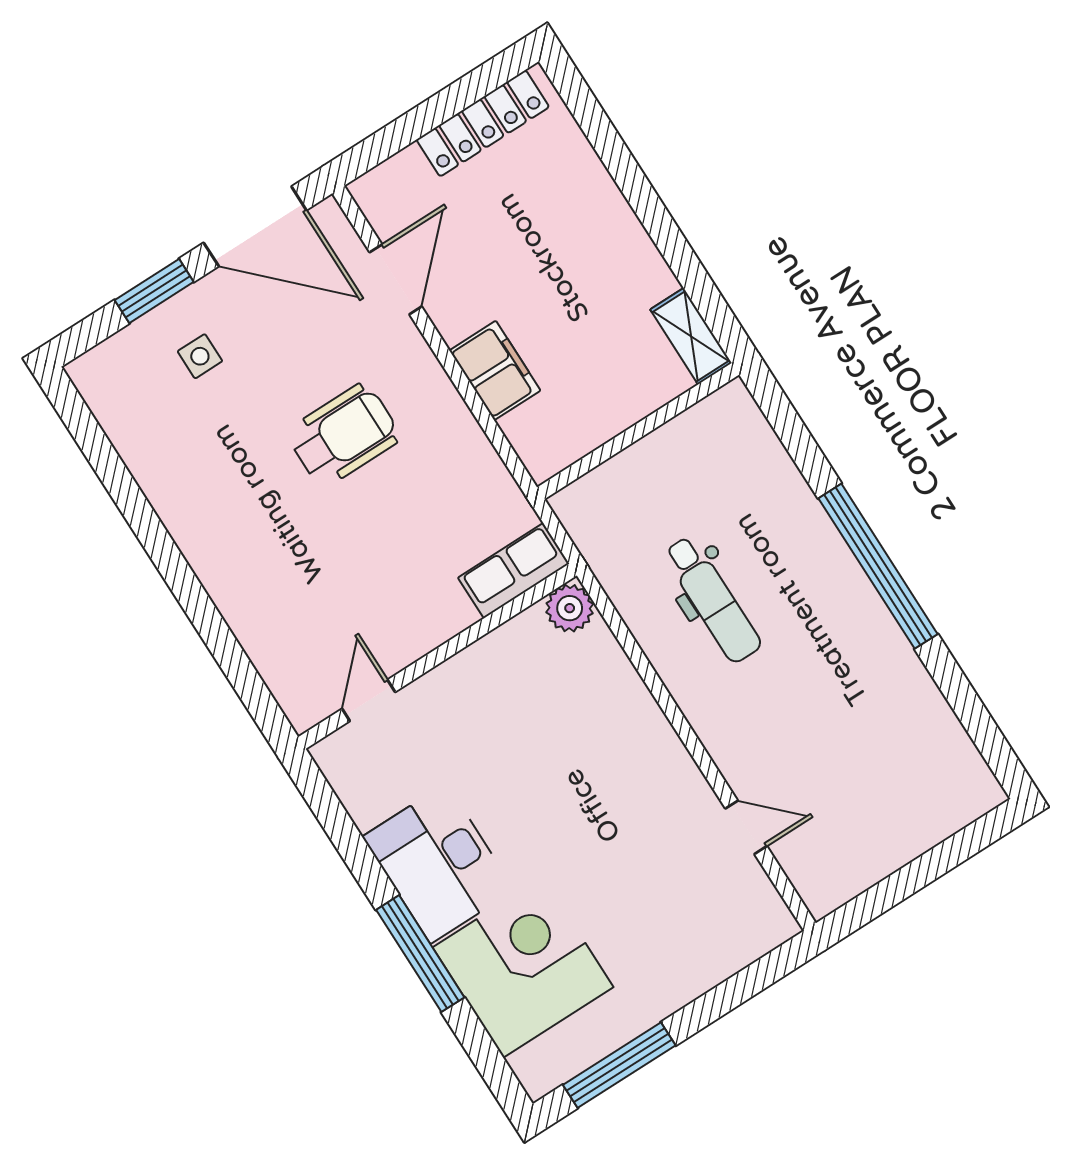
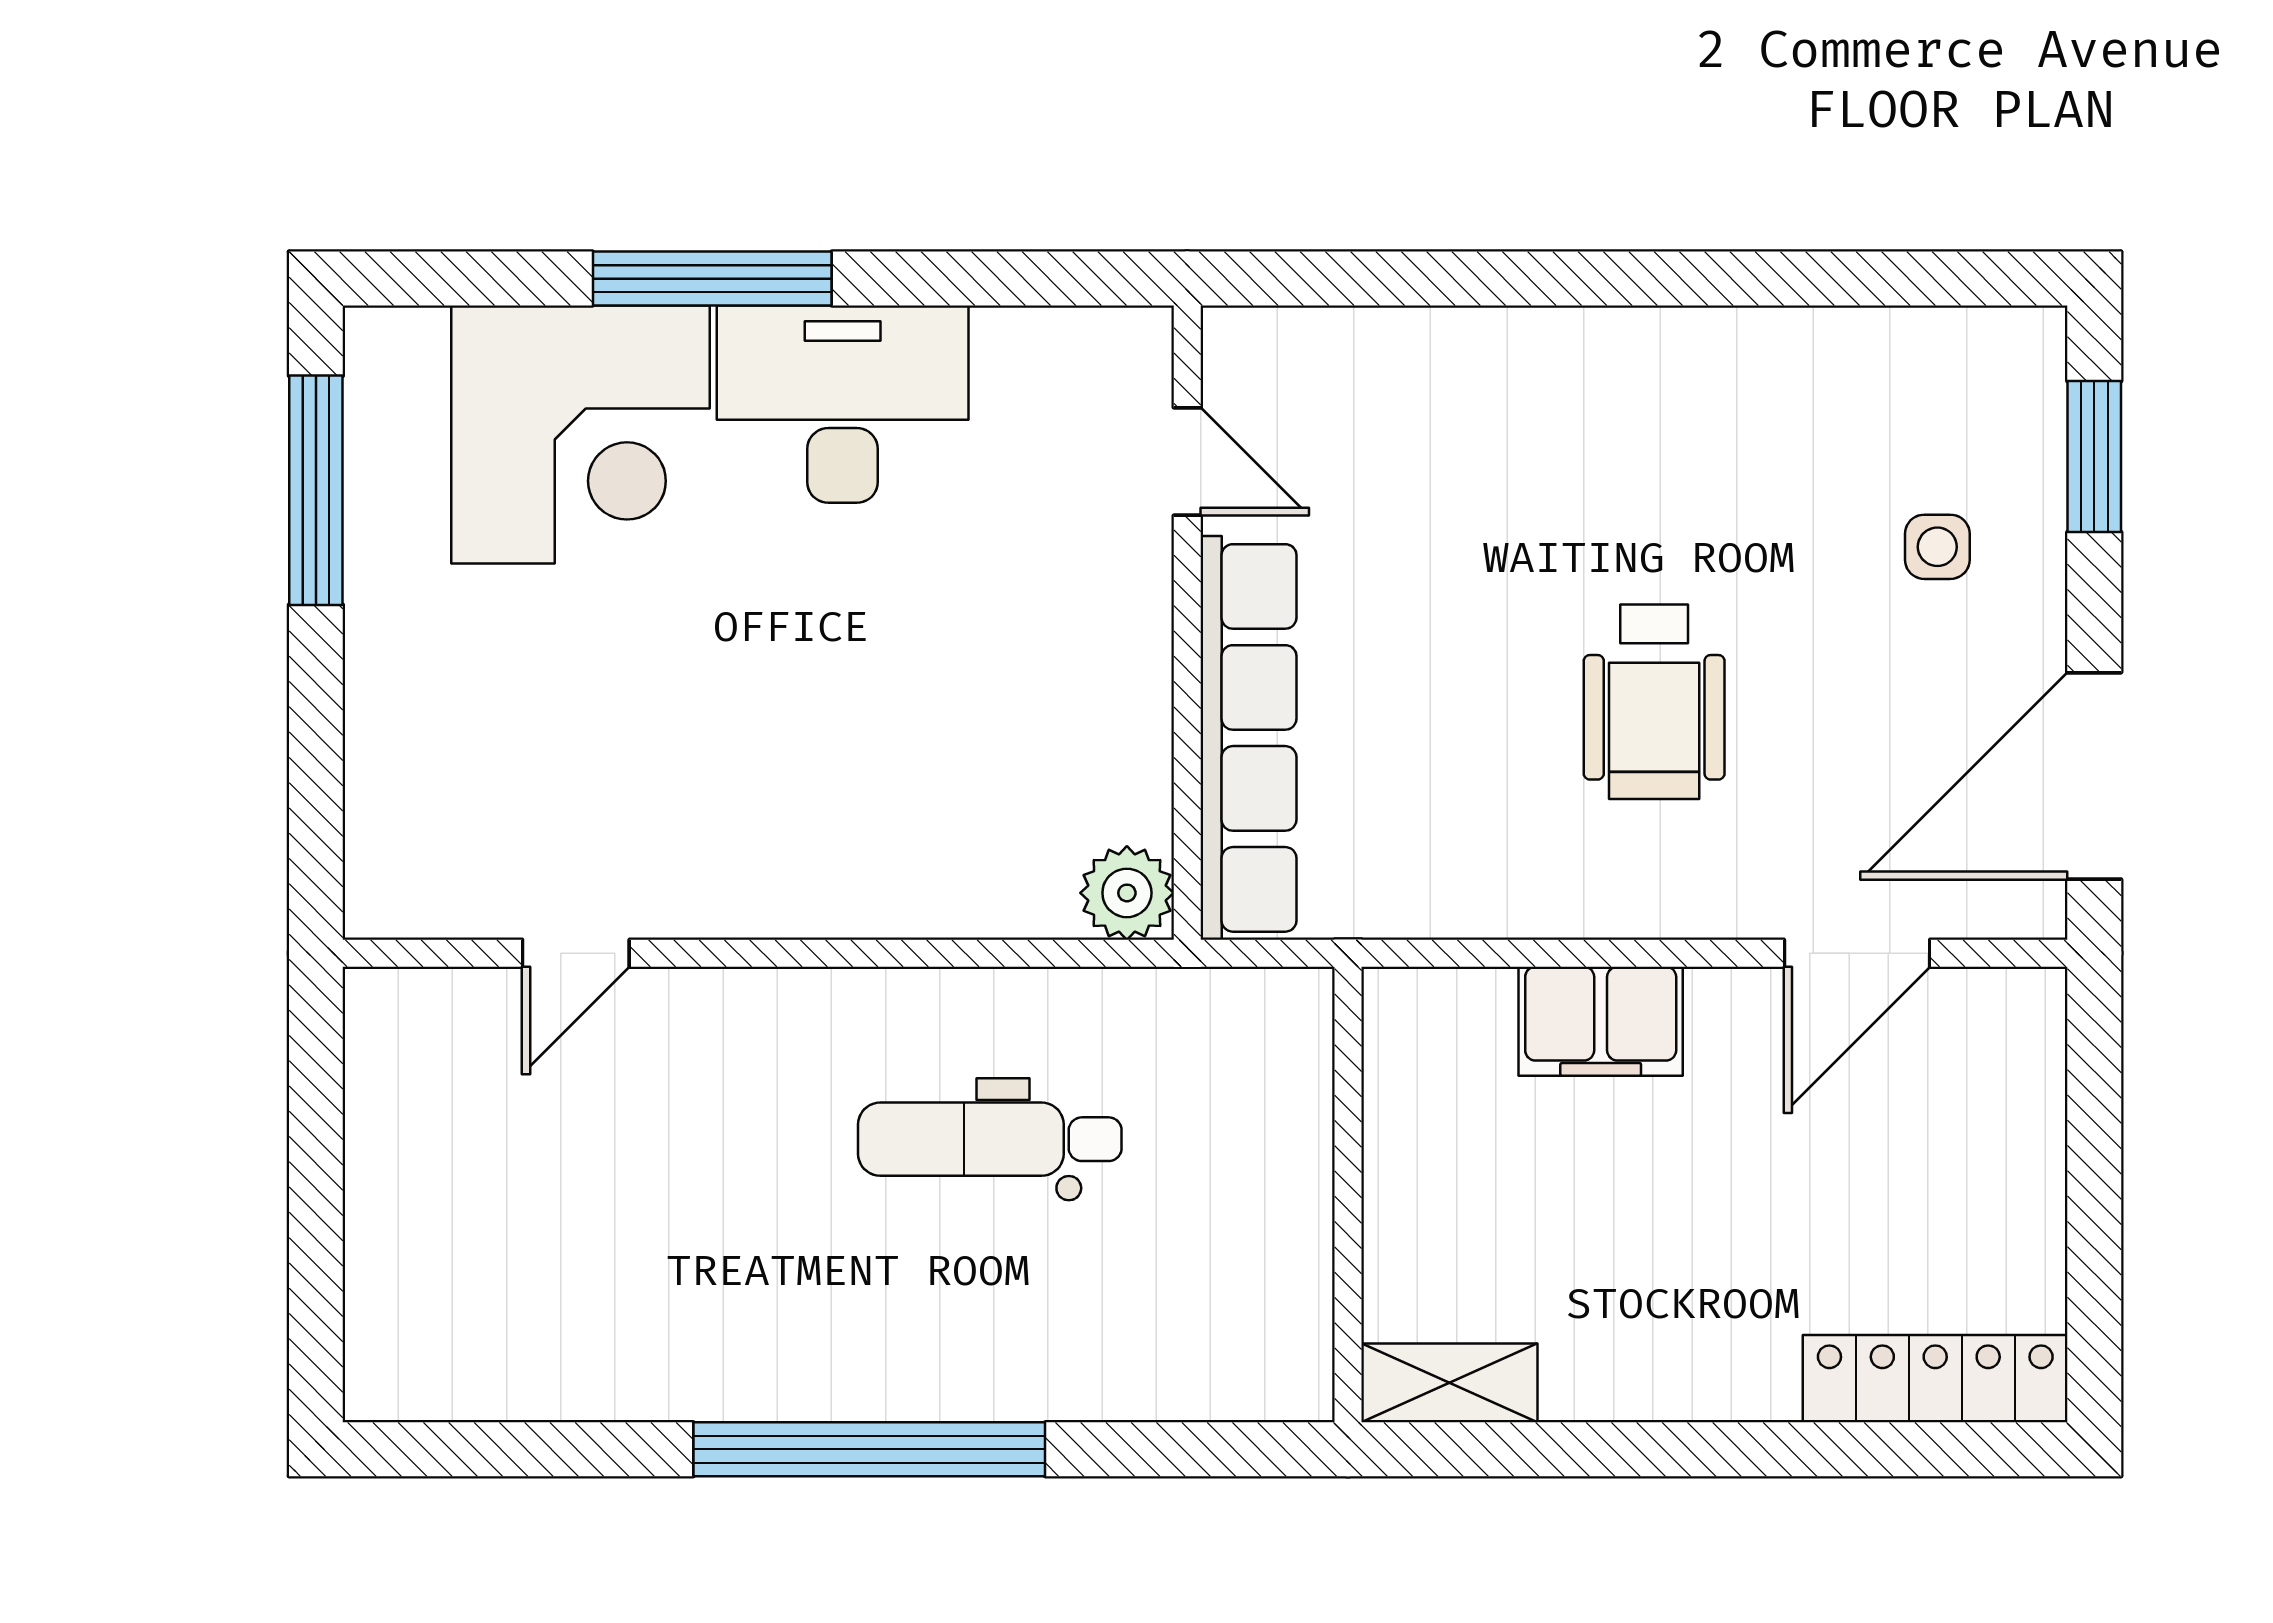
locker: (483, 123) -> (1935, 1379), moved, turned 90
door: (396, 279) -> (1857, 953), hinge flipped
window: (154, 291) -> (2094, 457), moved
row of seats: (514, 571) -> (1249, 738), width x2.02

